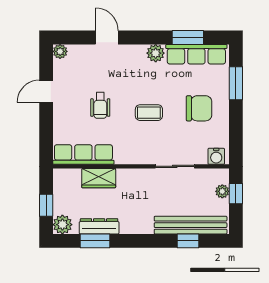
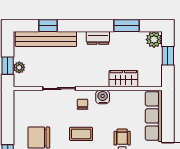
chair: (147, 148) -> (83, 104), added
row of seats: (83, 155) -> (154, 116), moved, turned 90
water cooler: (216, 156) -> (103, 97), moved
dresser: (99, 226) -> (98, 38), moved, width x0.70

